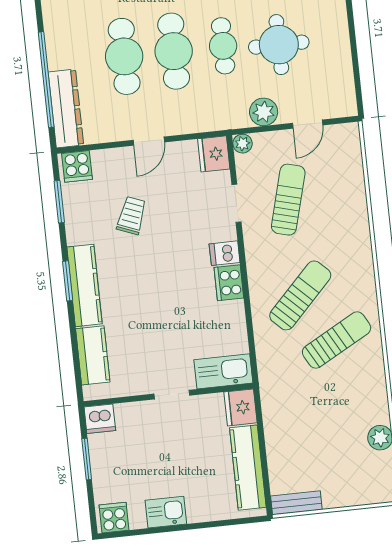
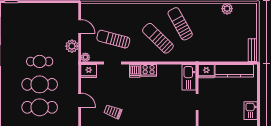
round table: (279, 45) -> (42, 36), removed

